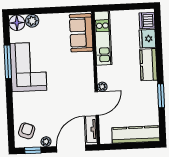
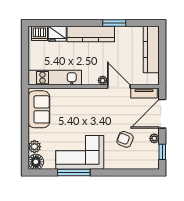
sofa: (81, 33) -> (39, 109), moved, turned -90
kitchen counter: (148, 65) -> (91, 34), width x1.50
armchair: (27, 131) -> (125, 139), moved
door: (71, 149) -> (162, 114), hinge flipped

